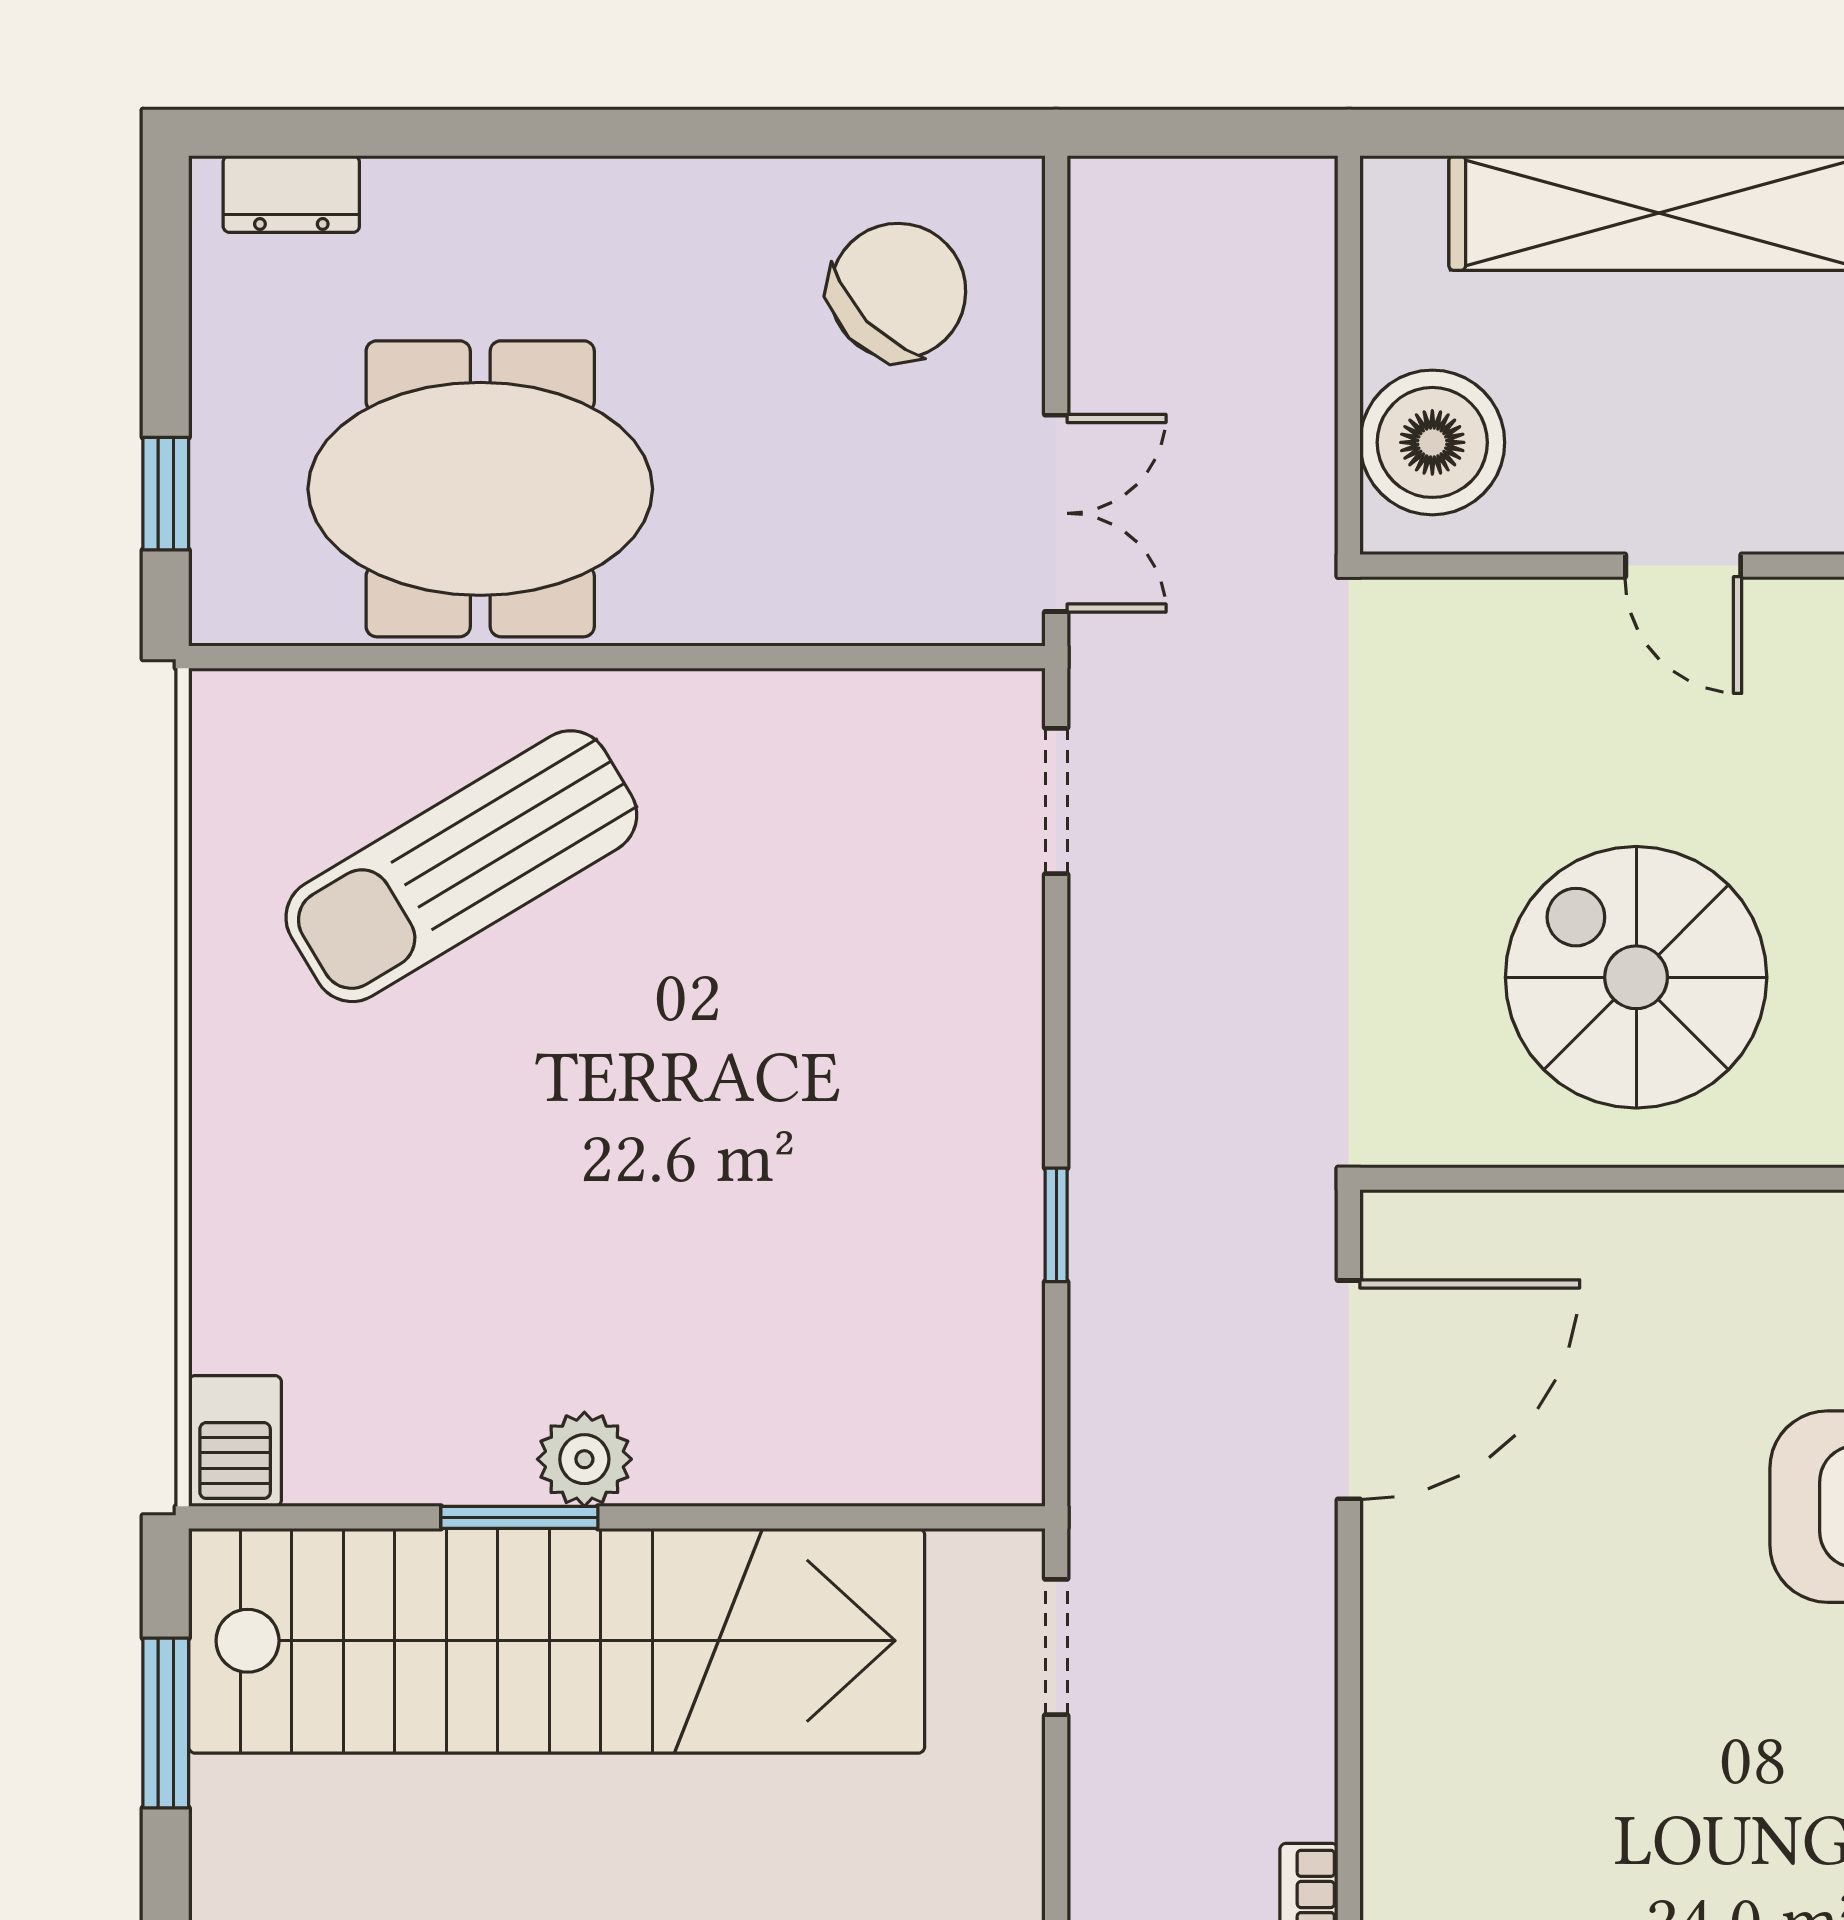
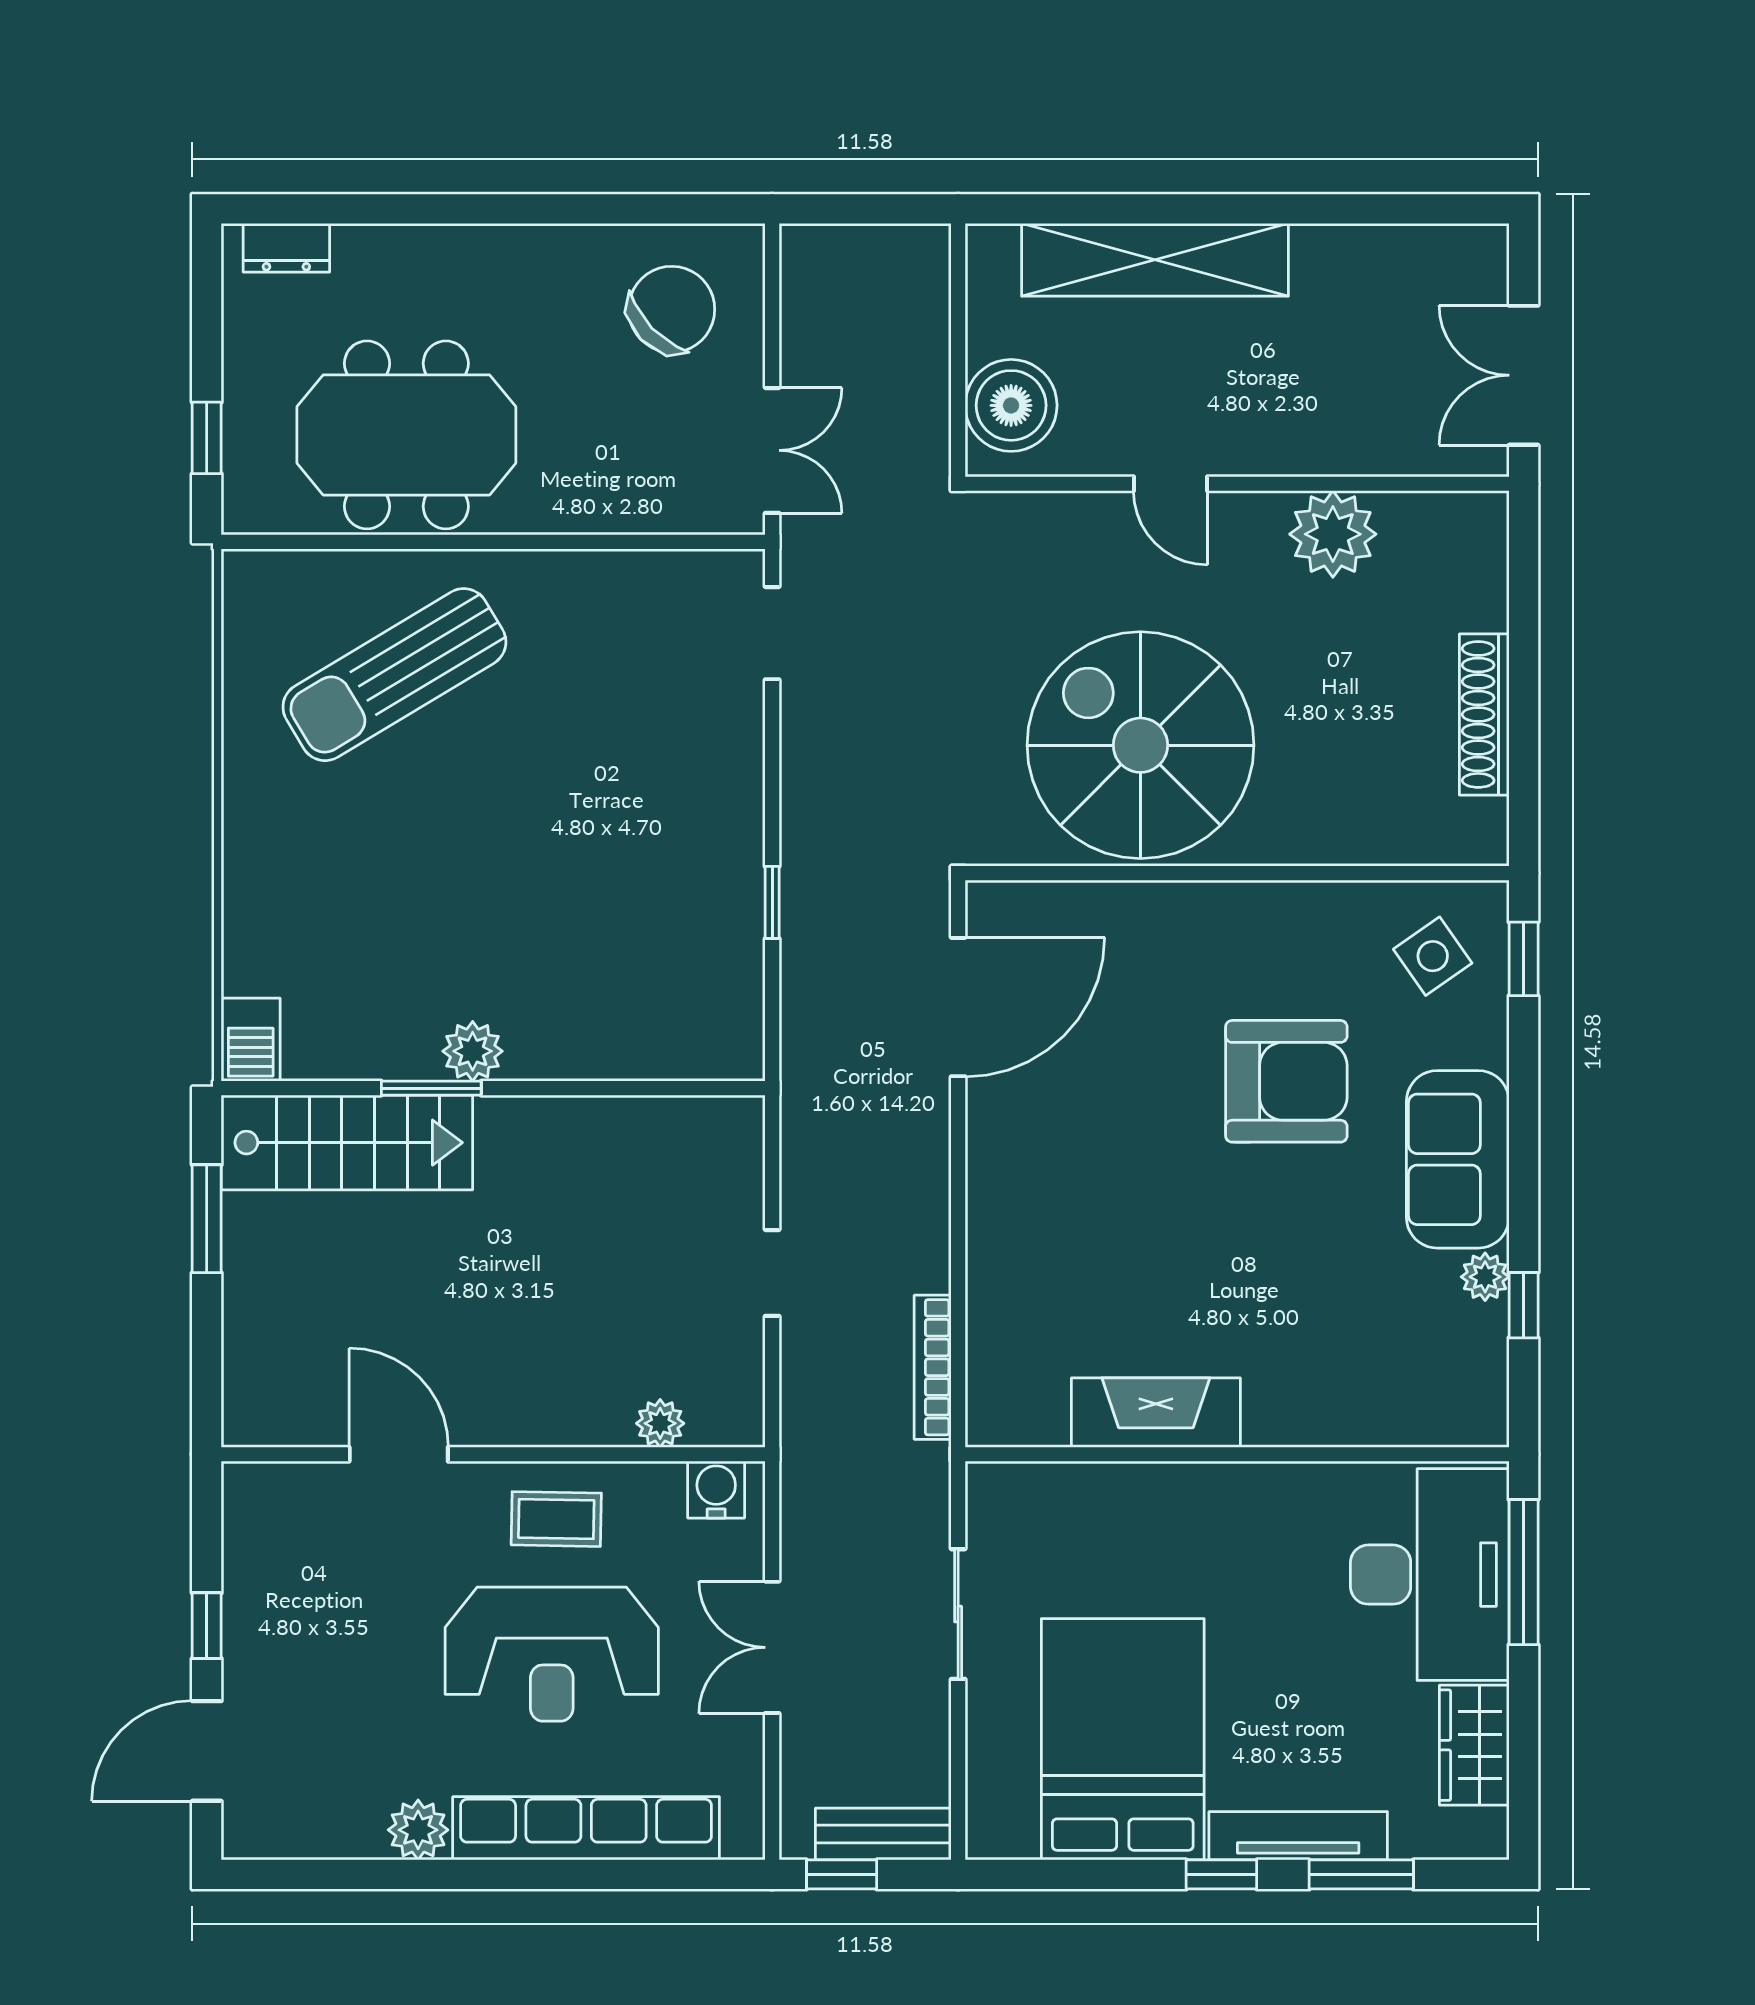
spiral stairs: (1636, 977) -> (1140, 745), width x1.37, depth x1.37
stairs: (557, 1641) -> (347, 1143), width x0.54, depth x0.66
doorway: (1056, 1647) -> (772, 1273), moved

